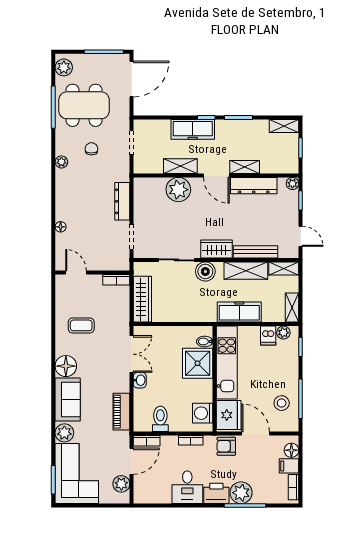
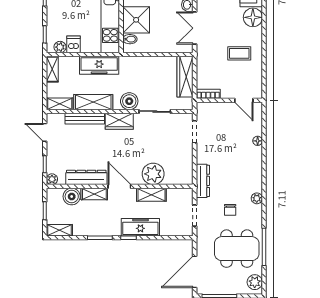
boiler: (270, 164) -> (72, 196), added
dresser: (122, 201) -> (203, 181), moved

